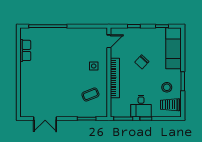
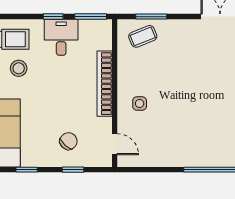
door: (109, 41) -> (115, 144), swing flipped
chair: (142, 62) -> (68, 141), moved
coffee table: (90, 95) -> (143, 36), moved

